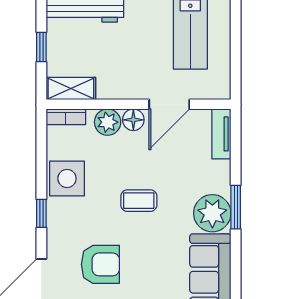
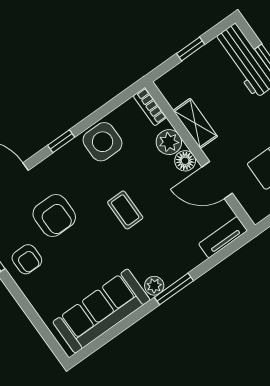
shelving: (71, 88) -> (195, 123), moved
plant: (212, 213) -> (154, 286), width x0.53, depth x0.53

